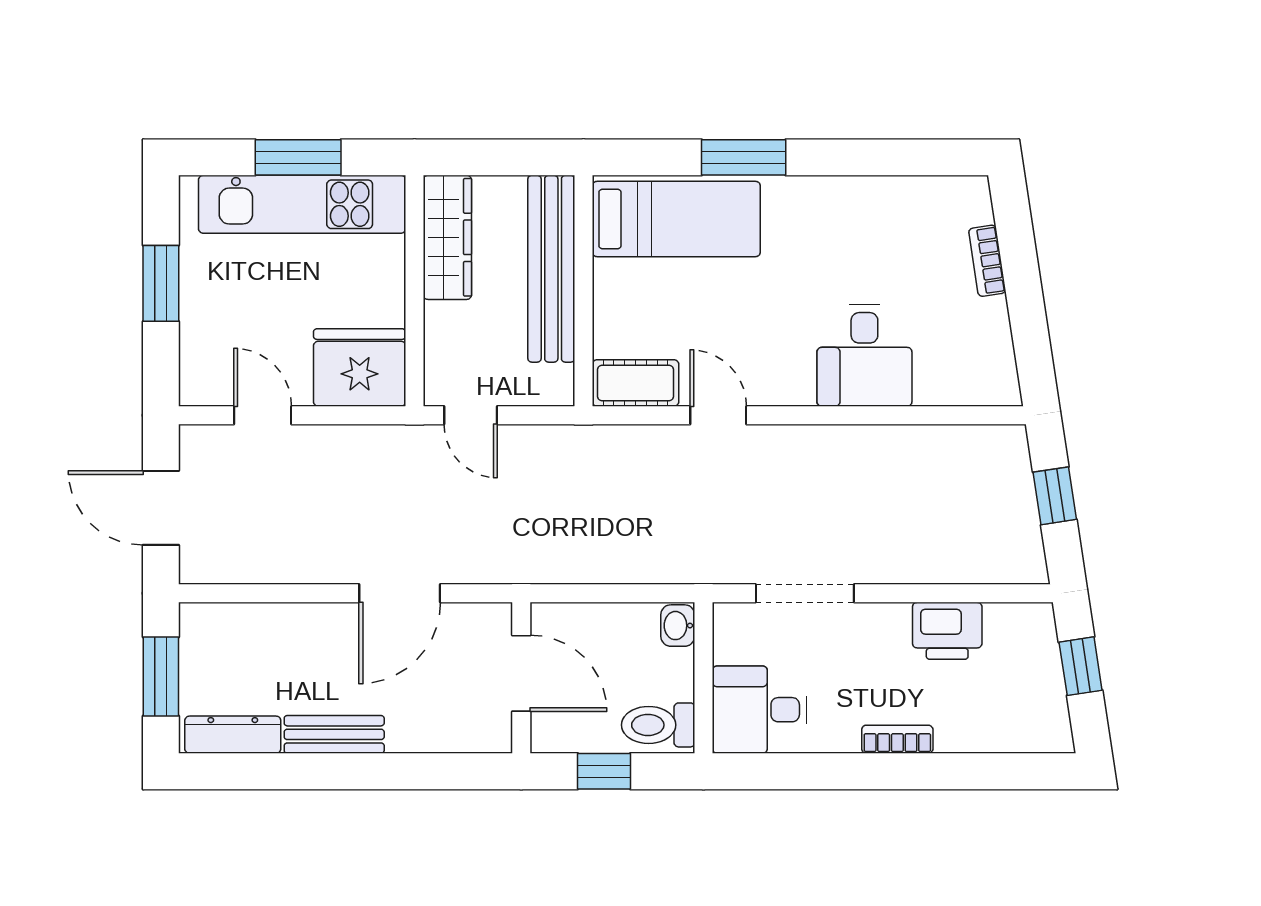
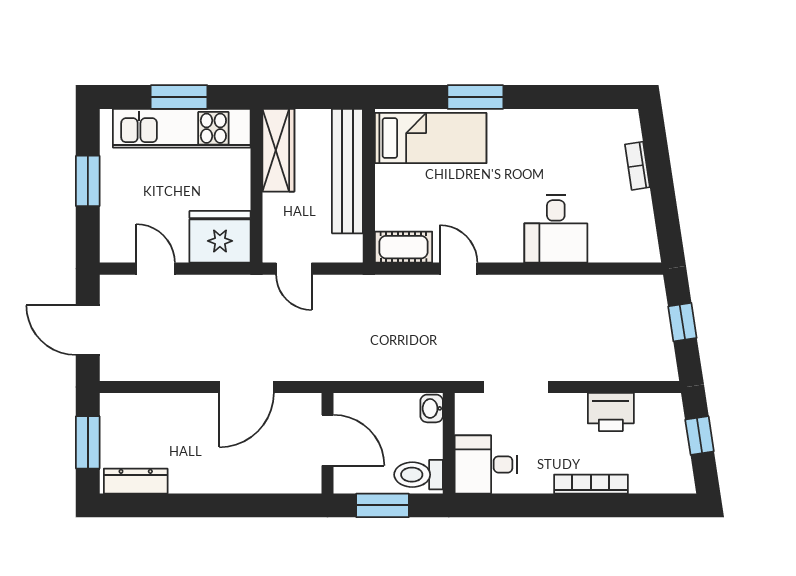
bench: (334, 734) -> (203, 481), removed
bookcase: (897, 739) -> (591, 484), width x1.56
window: (604, 771) -> (383, 505), width x1.50

